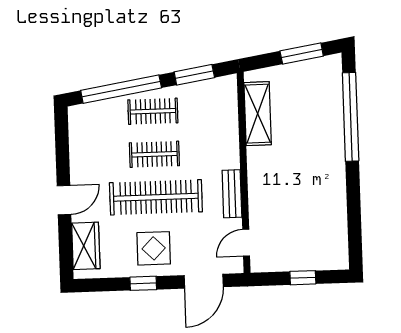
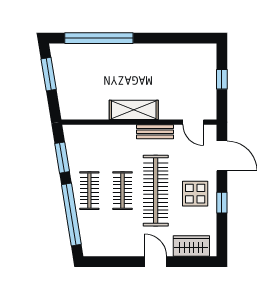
shelving: (258, 114) -> (134, 110), moved

